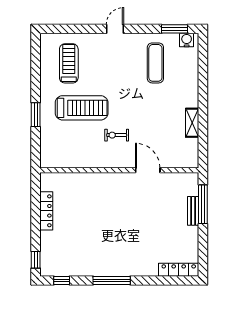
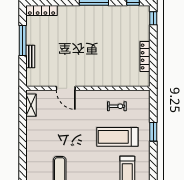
shelving: (192, 123) -> (31, 105), moved
exercise bike: (117, 135) -> (117, 106), moved
window: (203, 204) -> (23, 41), moved

